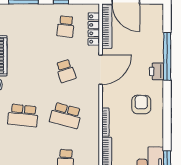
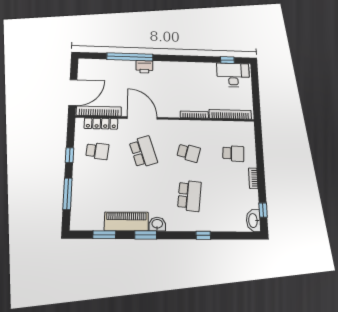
school desk: (66, 71) -> (143, 152), width x1.85
armchair: (141, 105) -> (177, 81), removed
school desk: (66, 115) -> (189, 153), width x0.54

